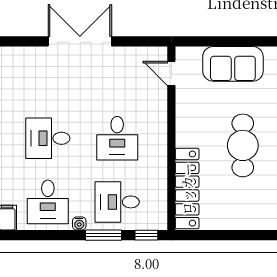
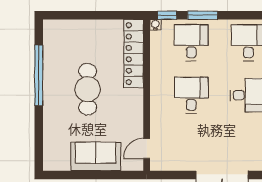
door: (171, 73) -> (147, 149), swing flipped
desk: (117, 202) -> (191, 43), turned -90
water cooler: (79, 223) -> (155, 25), moved

